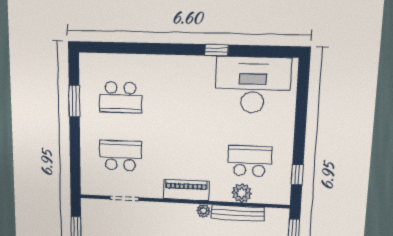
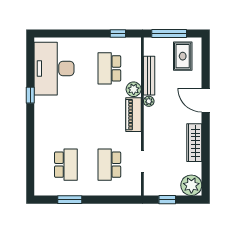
plant: (242, 193) -> (134, 89), moved

